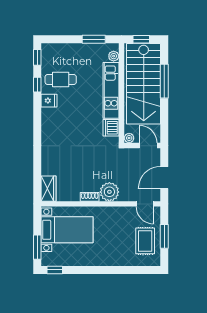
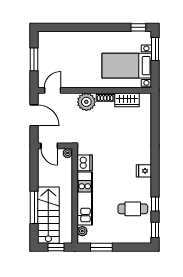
stairs: (144, 84) -> (48, 215), width x0.73, depth x0.66
fridge: (49, 101) -> (144, 171), moved
door: (164, 178) -> (34, 115), hinge flipped
wardrobe: (49, 189) -> (127, 100), moved, turned -90
door: (145, 204) -> (53, 90), hinge flipped
rug: (145, 241) -> (52, 55), removed

